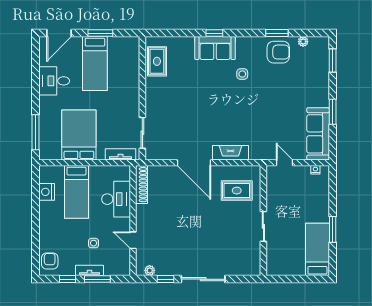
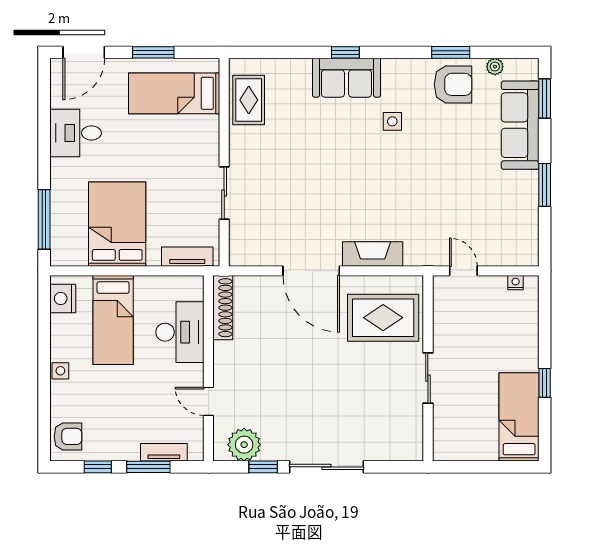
bed: (95, 63) -> (174, 93), moved, turned 90
sliding door: (142, 133) -> (224, 193), moved
sofa: (318, 134) -> (520, 125), moved
rug: (237, 191) -> (383, 318), width x1.36, depth x1.43
nightstand: (47, 192) -> (63, 299), moved
window: (333, 229) -> (545, 383), width x0.67
side table: (94, 243) -> (60, 371), moved
armchair: (50, 261) -> (68, 436), turned 90
tv unit: (90, 270) -> (164, 452), moved
plant: (150, 270) -> (244, 445), width x1.88, depth x1.88

